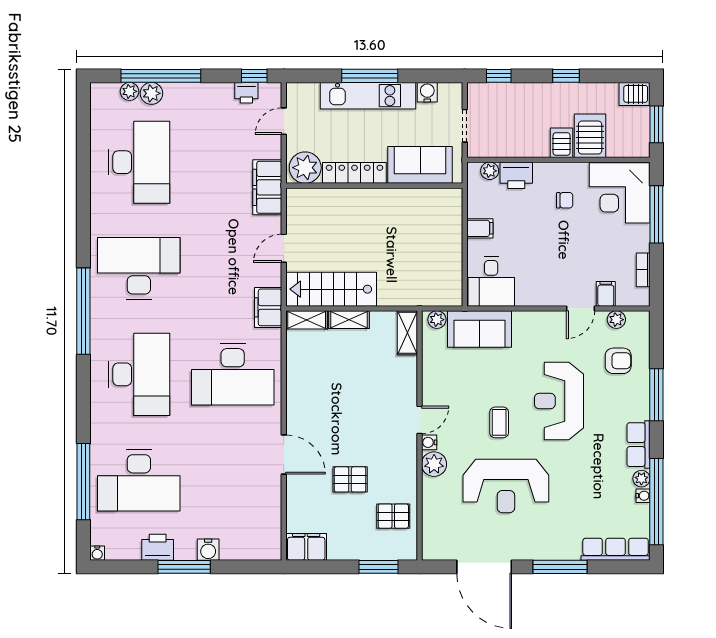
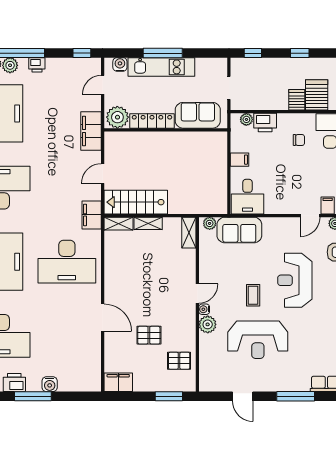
water cooler: (427, 92) -> (120, 64), moved
printer: (246, 93) -> (37, 65), moved
door: (484, 567) -> (243, 396), width x0.53

